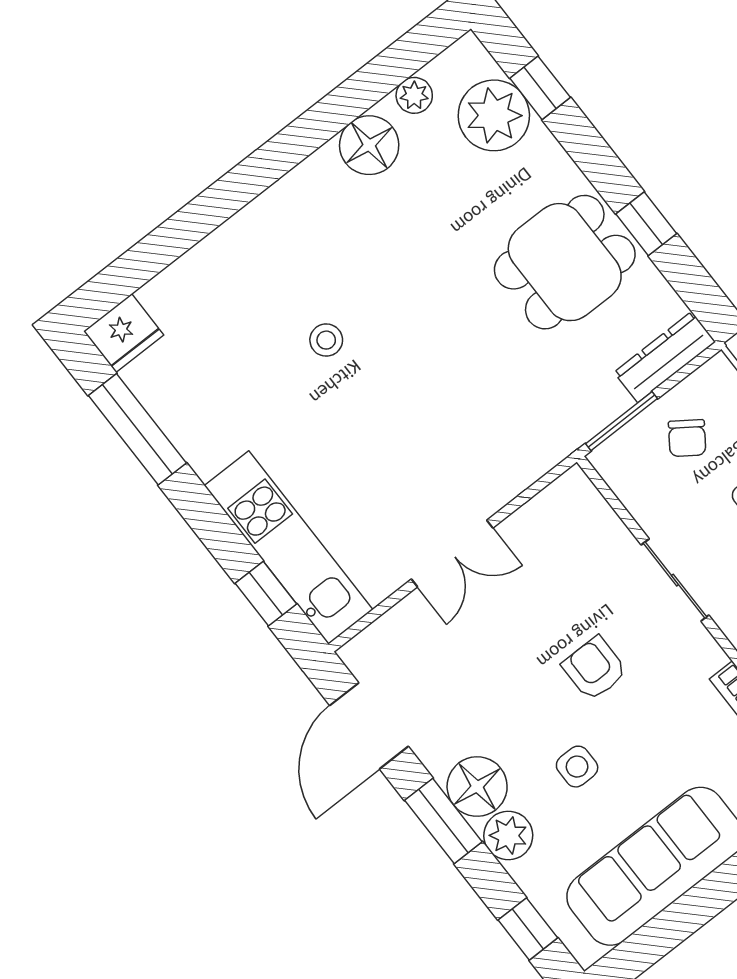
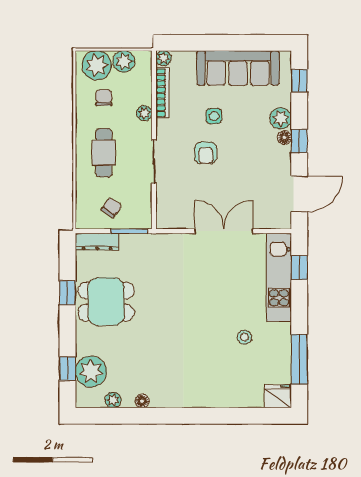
floor lamp: (369, 145) -> (142, 401), width x0.53, depth x0.53
stool: (326, 340) -> (244, 337), moved
double door: (452, 553) -> (224, 231), width x1.37
side table: (577, 767) -> (214, 116), moved
floor lamp: (477, 787) -> (284, 138), width x0.53, depth x0.53
window: (443, 821) -> (299, 141), width x0.67

